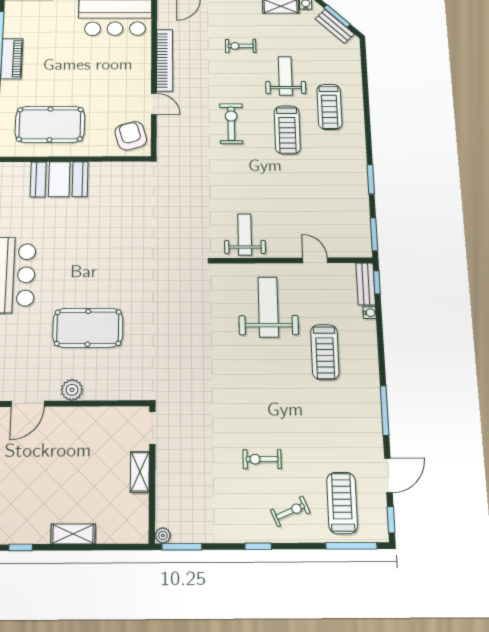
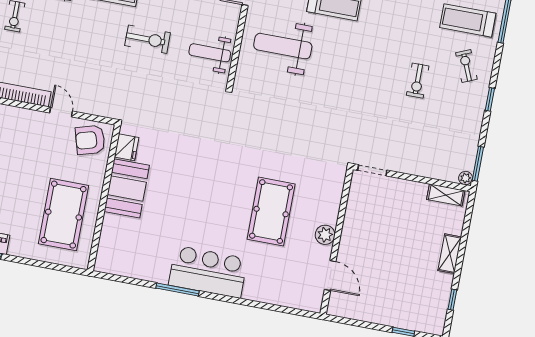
door: (154, 104) -> (61, 112), hinge flipped
exercise bike: (231, 124) -> (148, 39), moved, turned 180
fridge: (130, 171) -> (126, 147), added
booth: (59, 179) -> (127, 188), moved
shelving: (140, 472) -> (446, 195), moved

